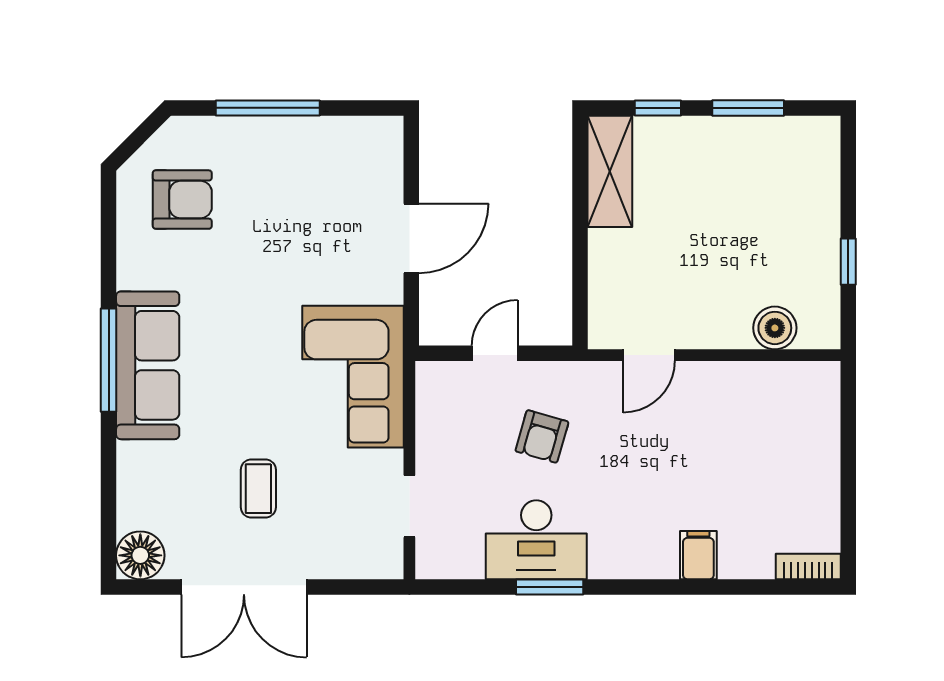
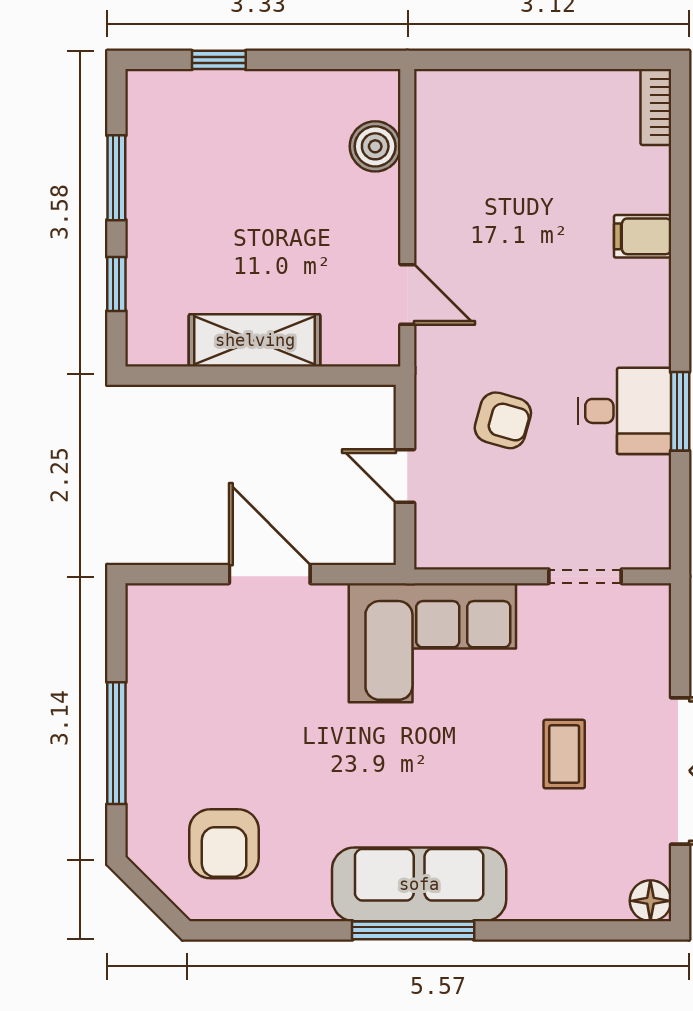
shelving: (610, 171) -> (255, 340), moved
armchair: (182, 200) -> (224, 844), turned 180
window: (848, 262) -> (219, 60), moved
coffee table: (258, 489) -> (564, 754), turned 90
desk: (536, 540) -> (624, 411), width x0.73
floor lamp: (140, 555) -> (650, 901), width x0.73, depth x0.73

